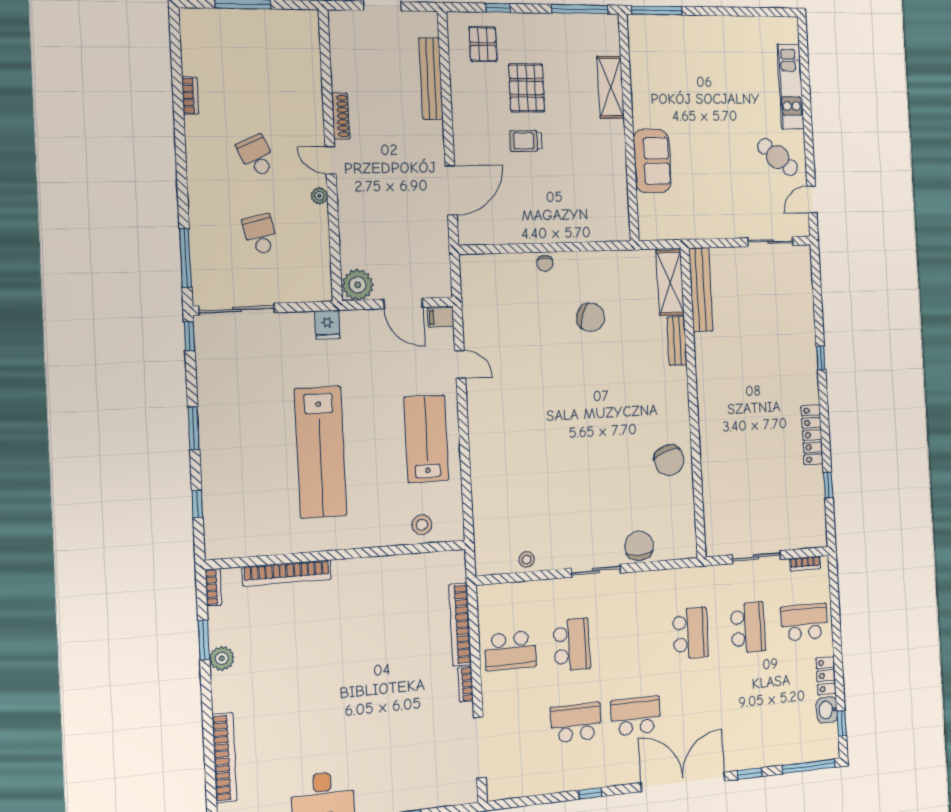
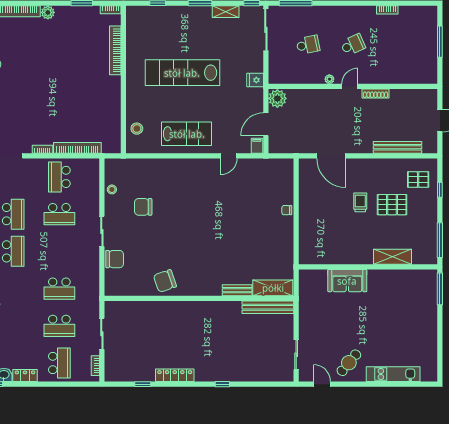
chair: (591, 317) -> (143, 207), moved, turned 72
shelving: (207, 382) -> (226, 12), added
plant: (222, 658) -> (48, 12), moved

